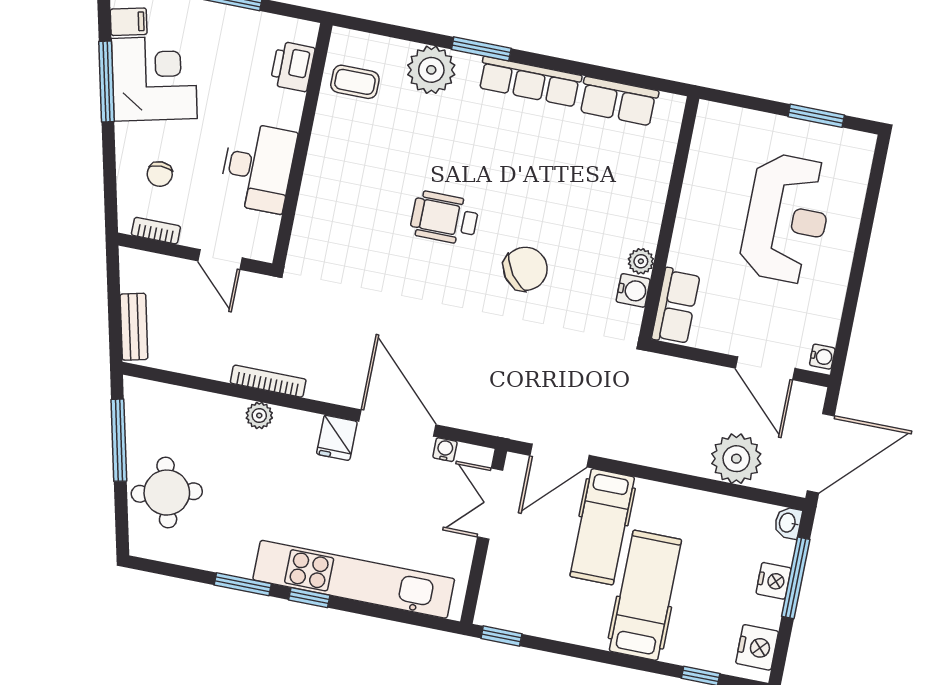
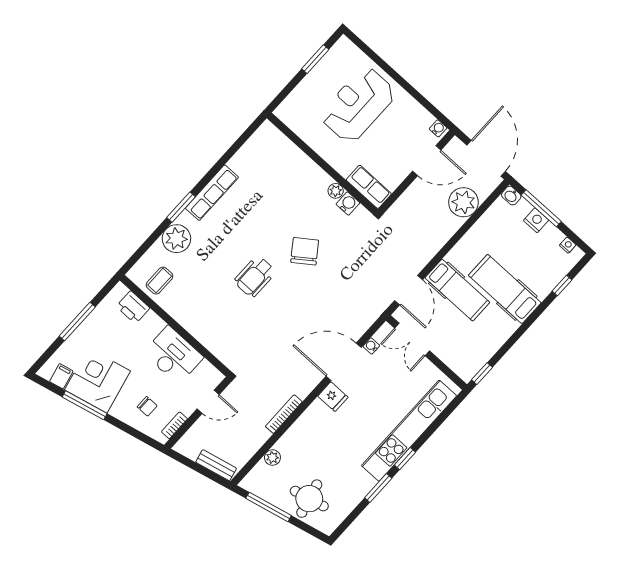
row of seats: (618, 101) -> (248, 154), removed
reception desk: (787, 219) -> (358, 105), turned -90
plant: (259, 415) -> (272, 458), moved
nightstand: (757, 647) -> (568, 245), width x0.53, depth x0.56

